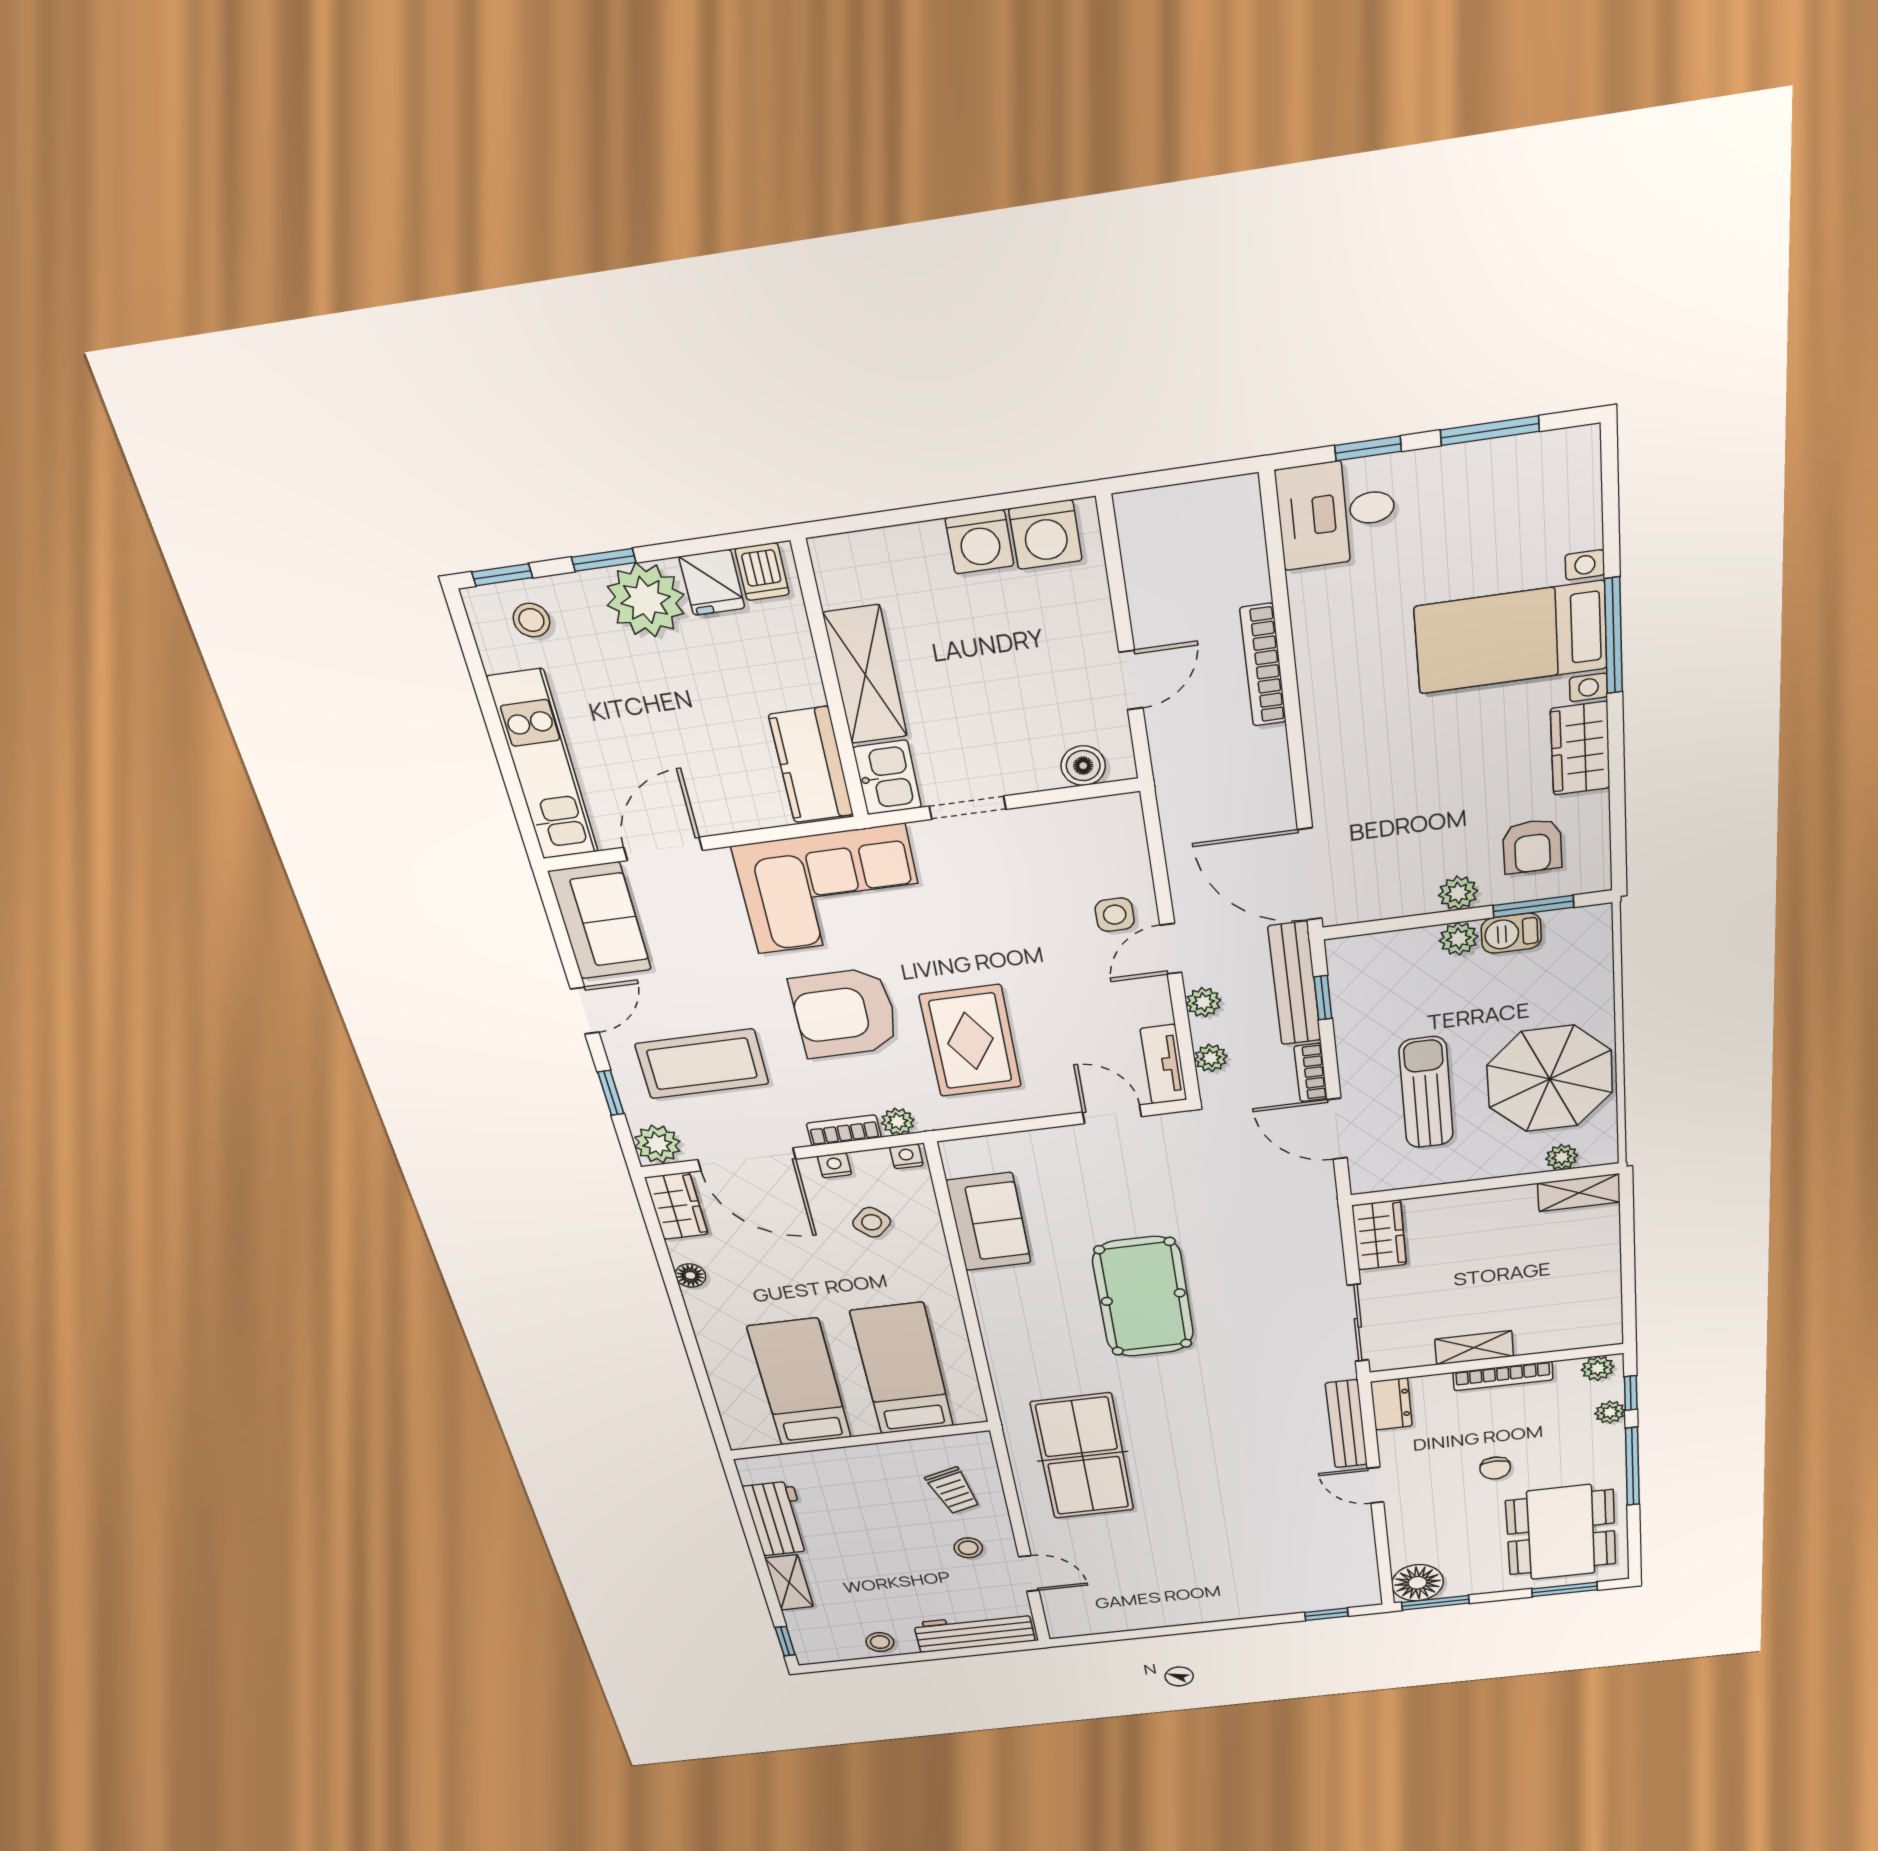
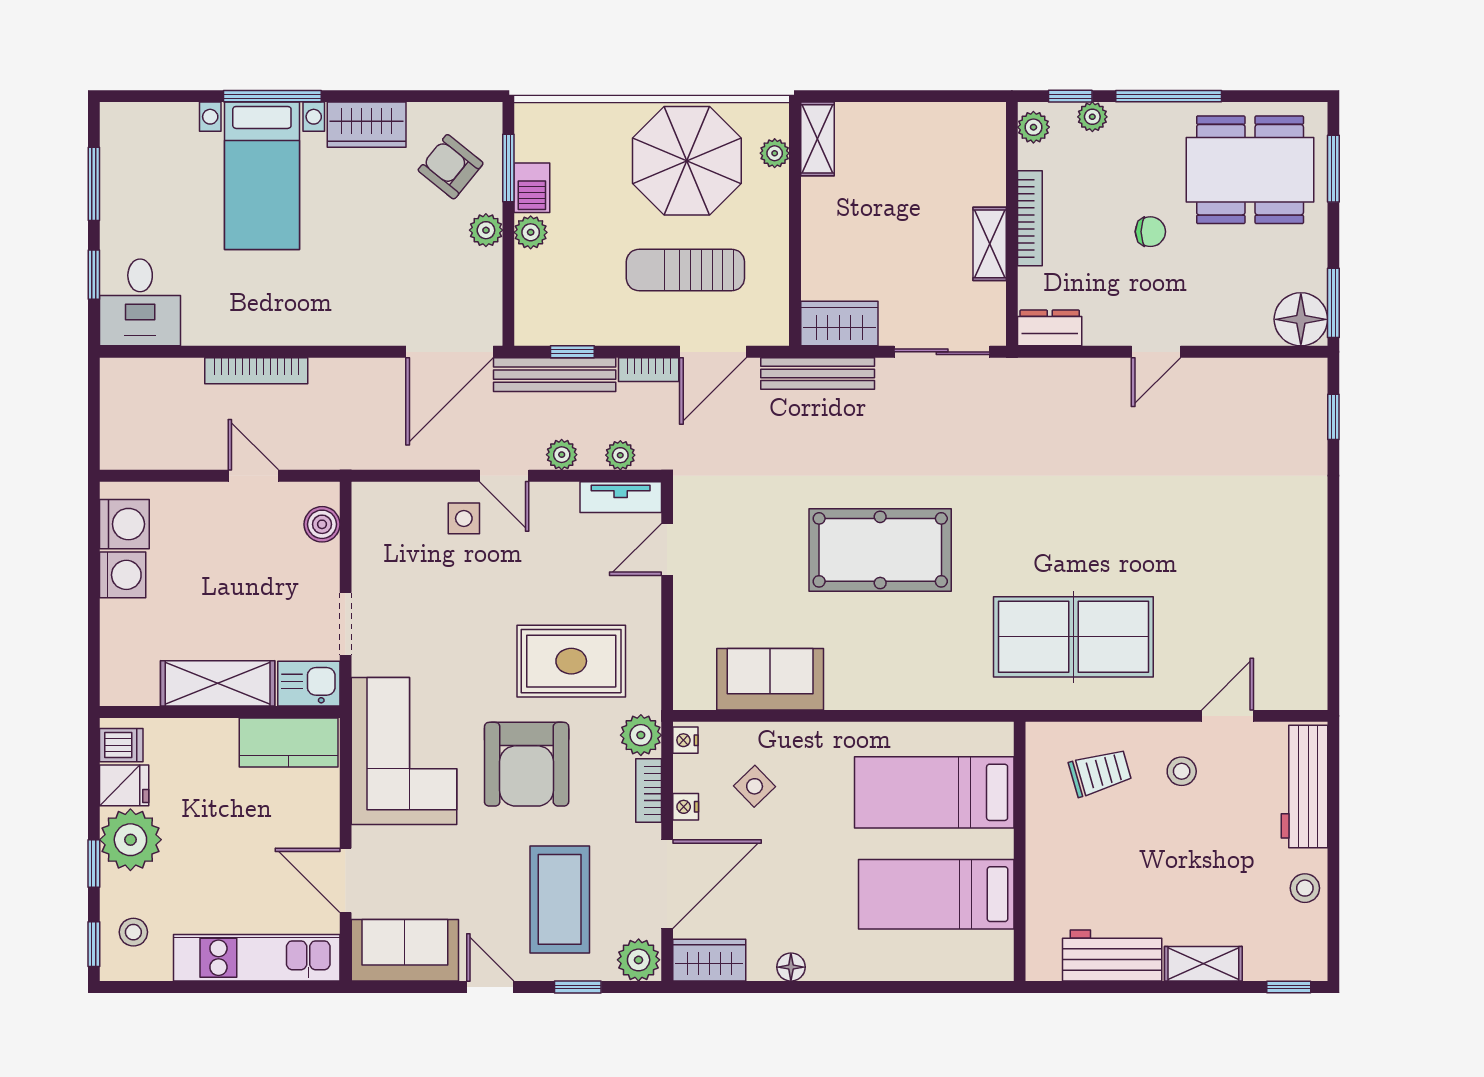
armchair: (1532, 846) -> (451, 167), turned -141
plant: (898, 1122) -> (641, 735), width x1.38, depth x1.38
bench: (1346, 1424) -> (818, 373), moved

